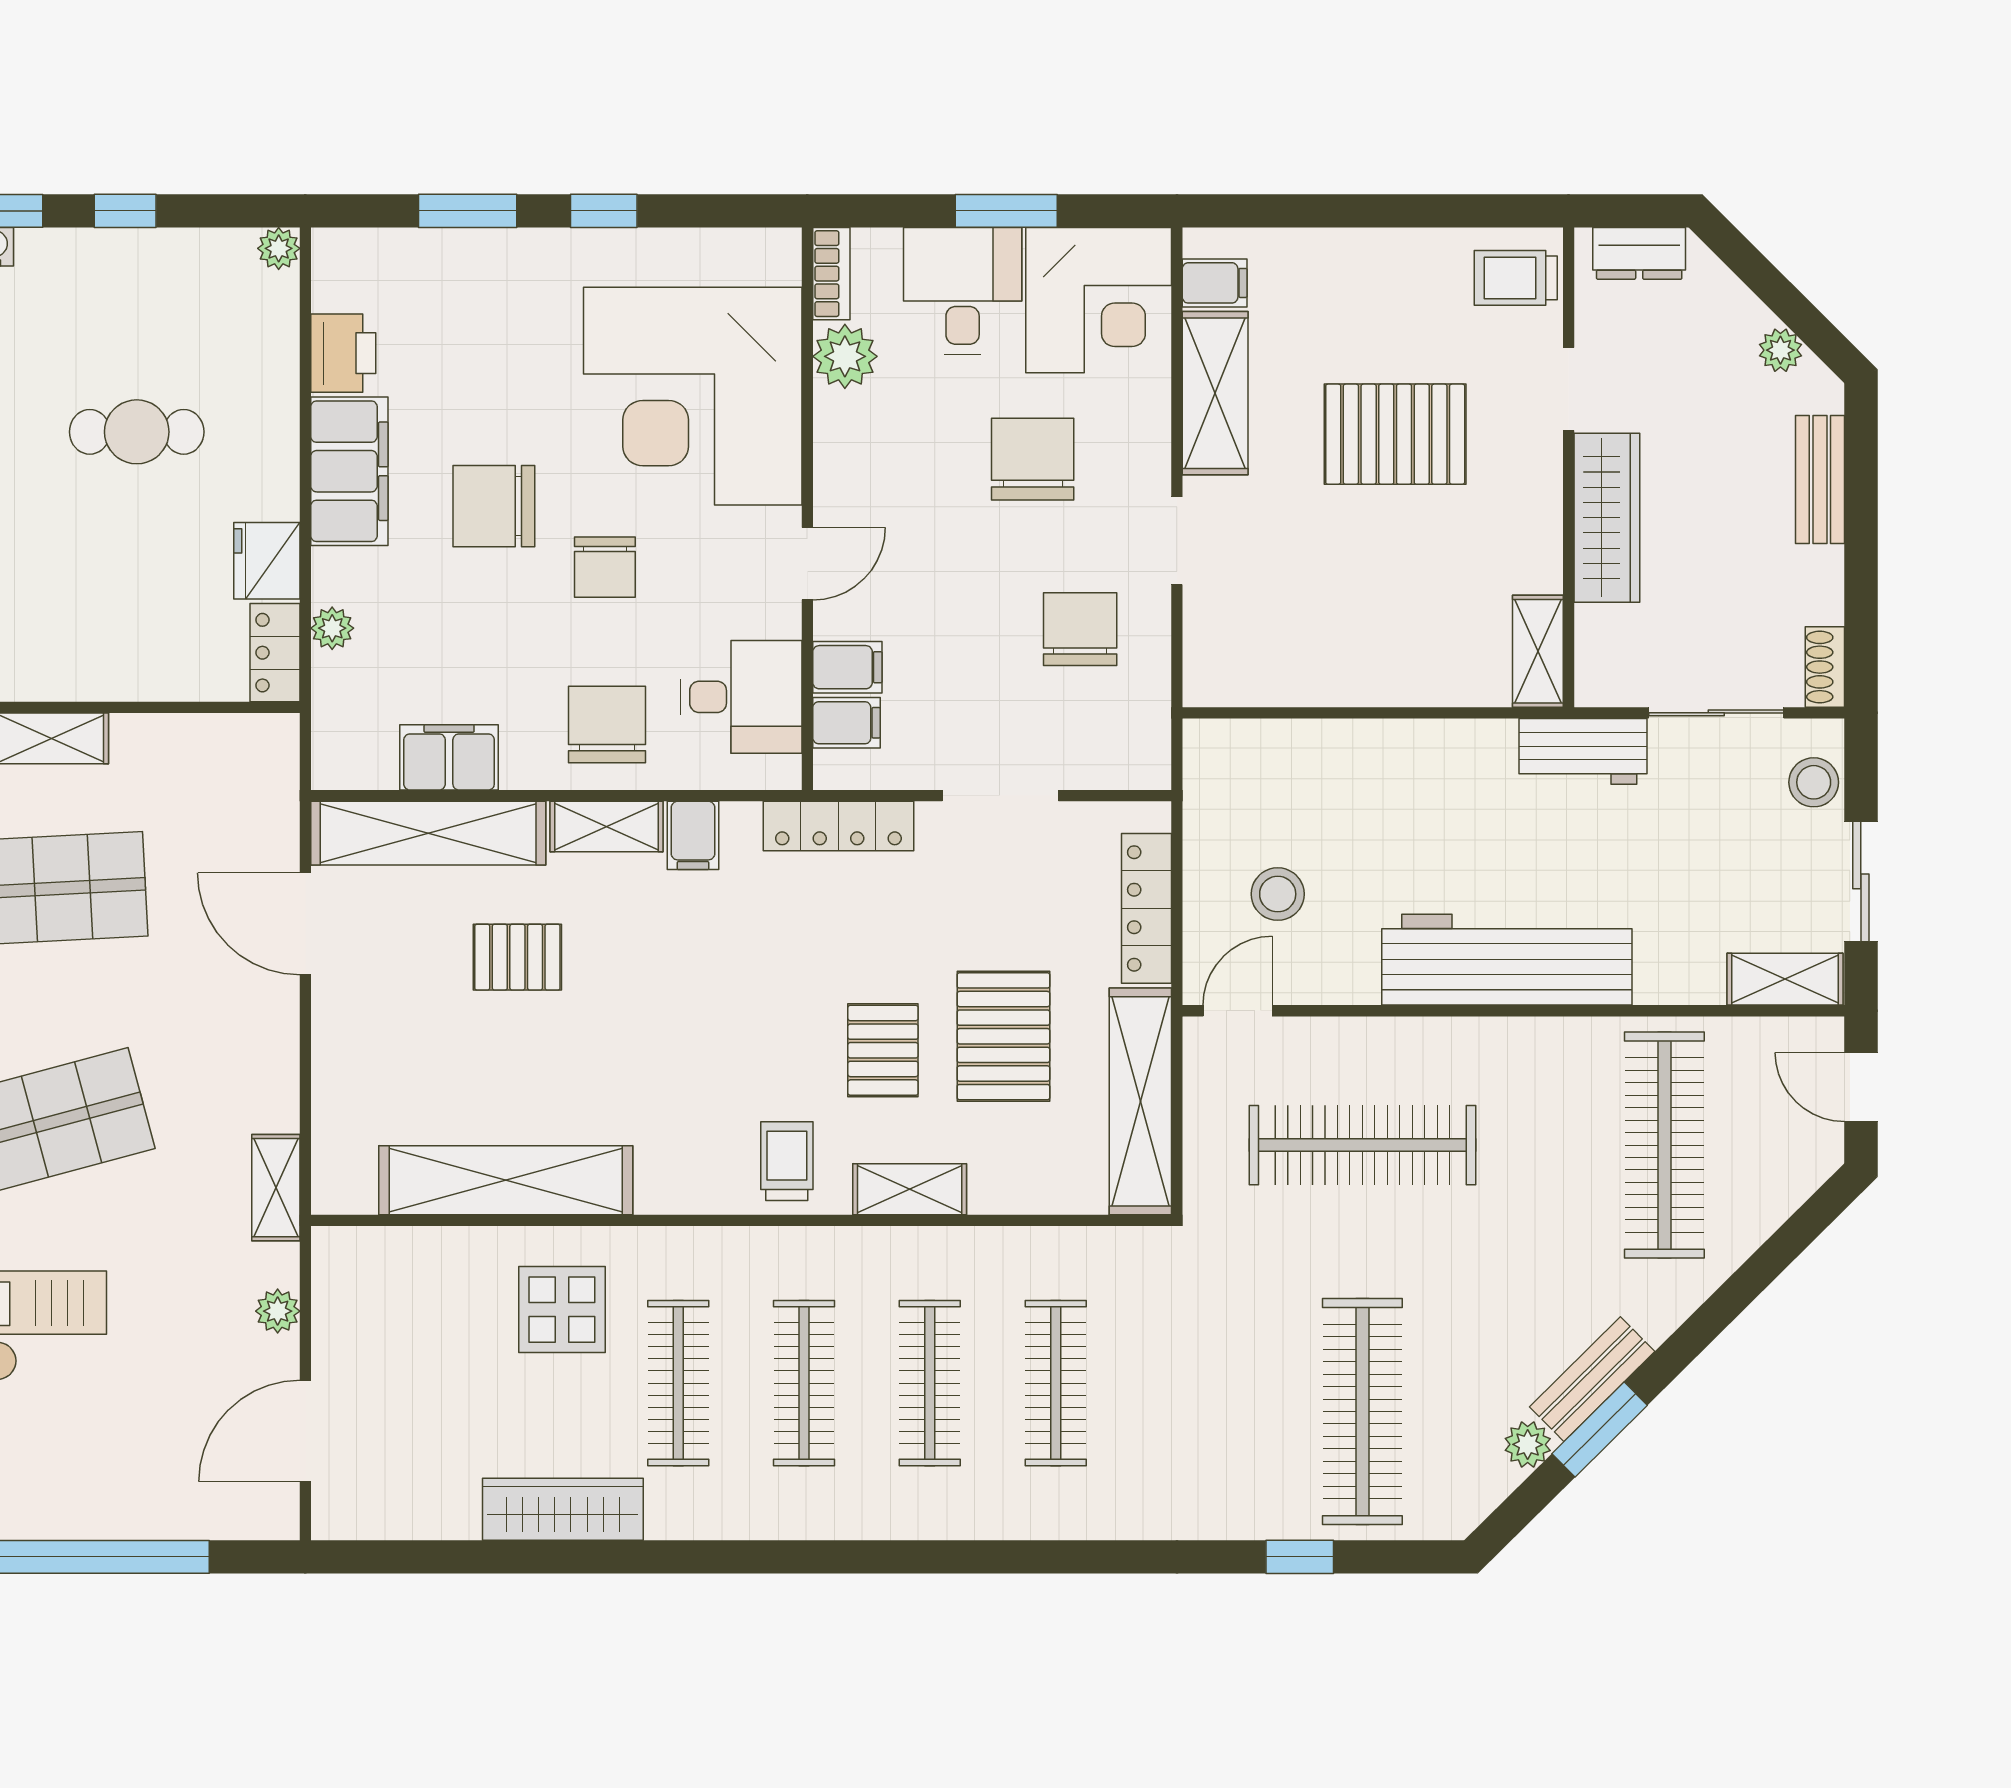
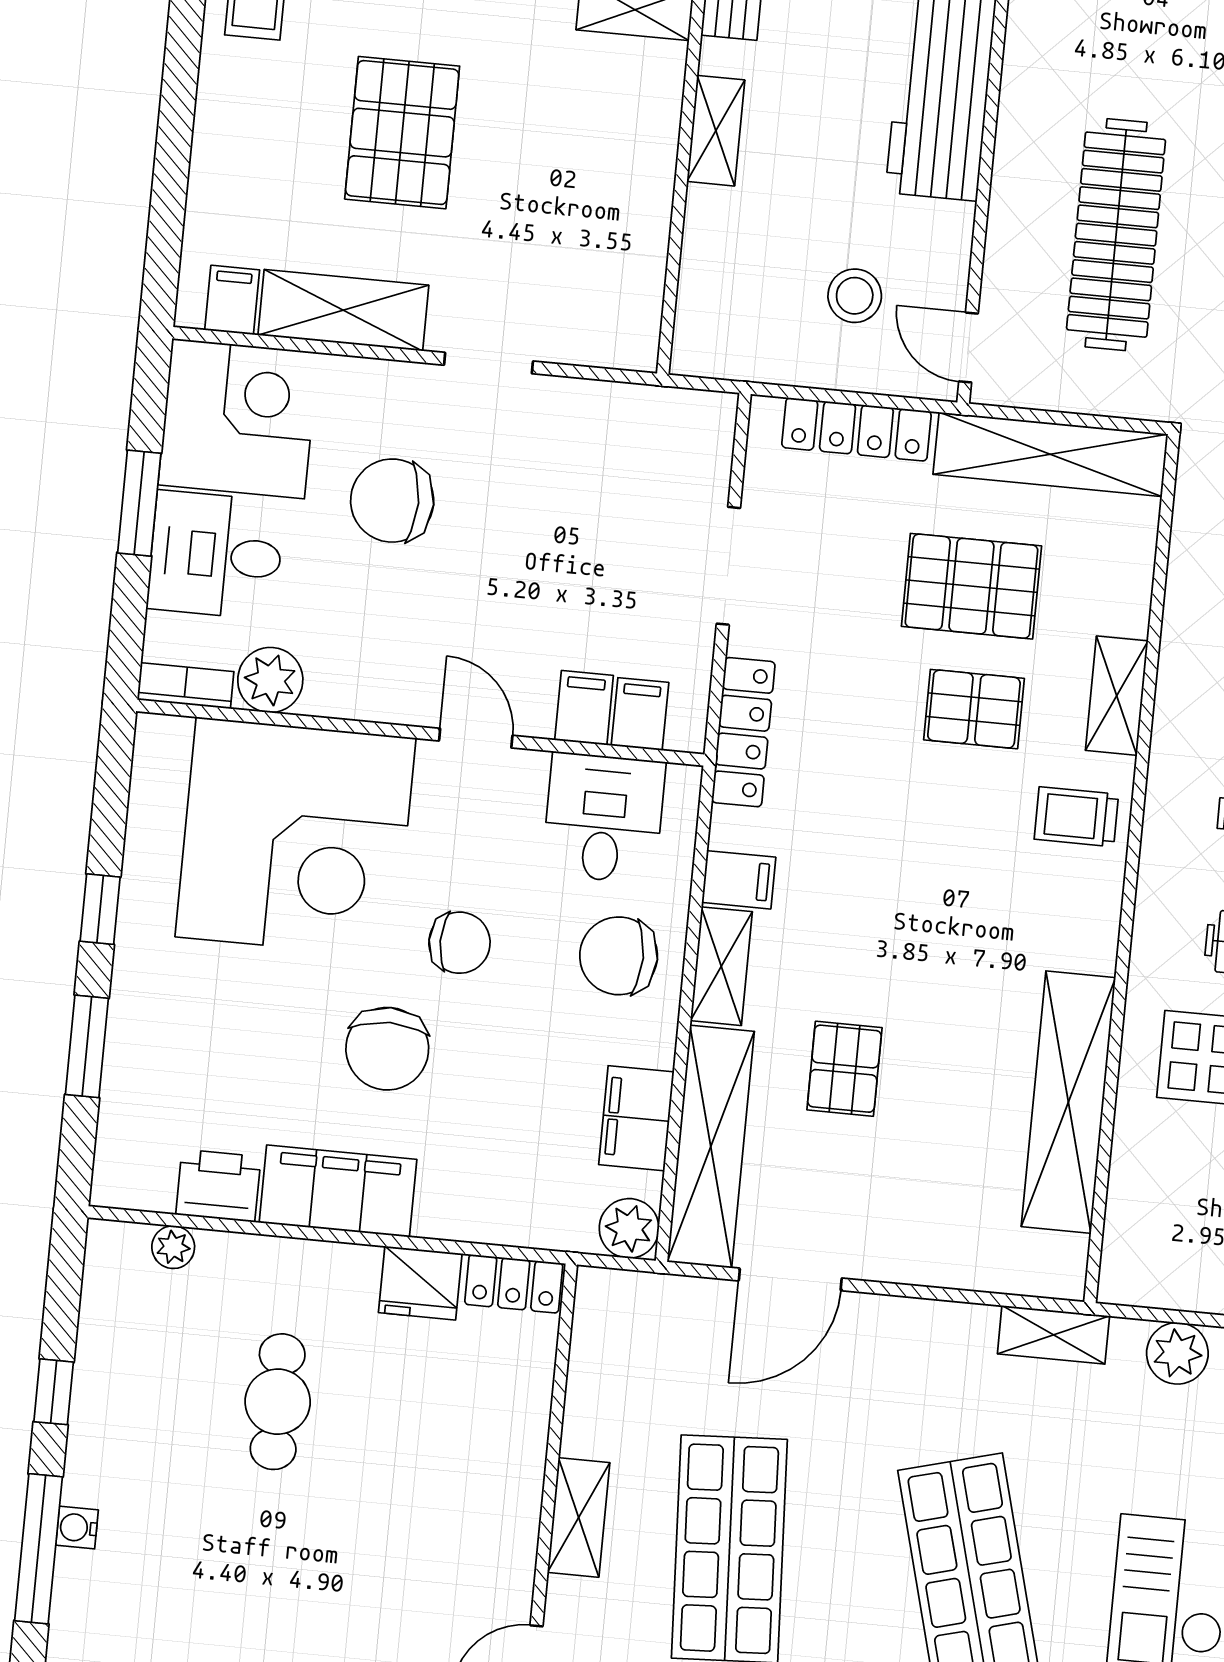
plant: (279, 248) -> (173, 1247), moved
plant: (332, 628) -> (629, 1228), moved, width x1.38, depth x1.38
chair: (1080, 629) -> (568, 469), removed
shelving: (1427, 742) -> (716, 131), added
plant: (278, 1311) -> (1177, 1353), width x1.38, depth x1.38

